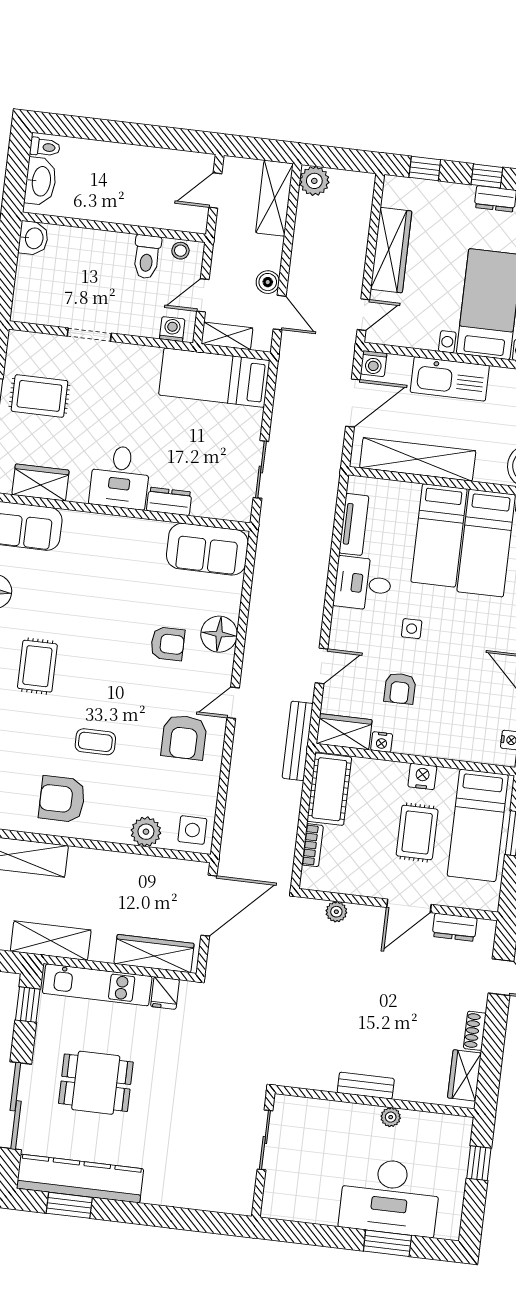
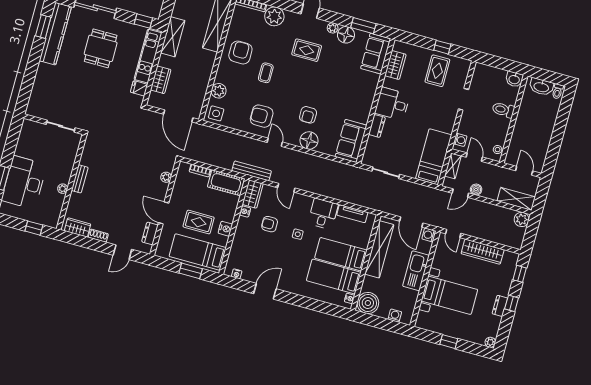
toilet: (147, 257) -> (503, 110), moved
wardrobe: (154, 954) -> (161, 80), width x0.67

